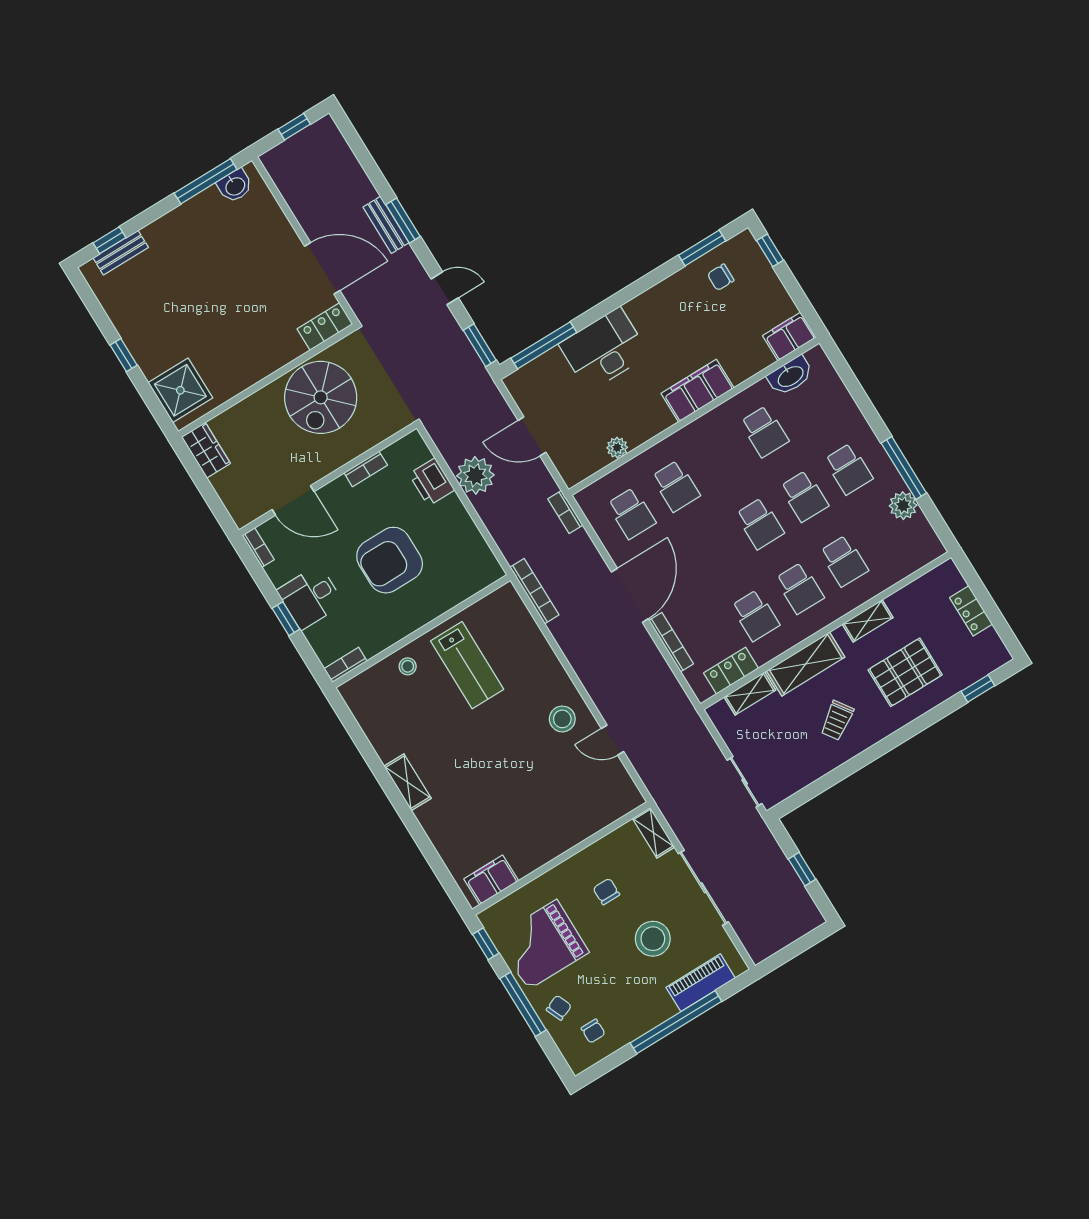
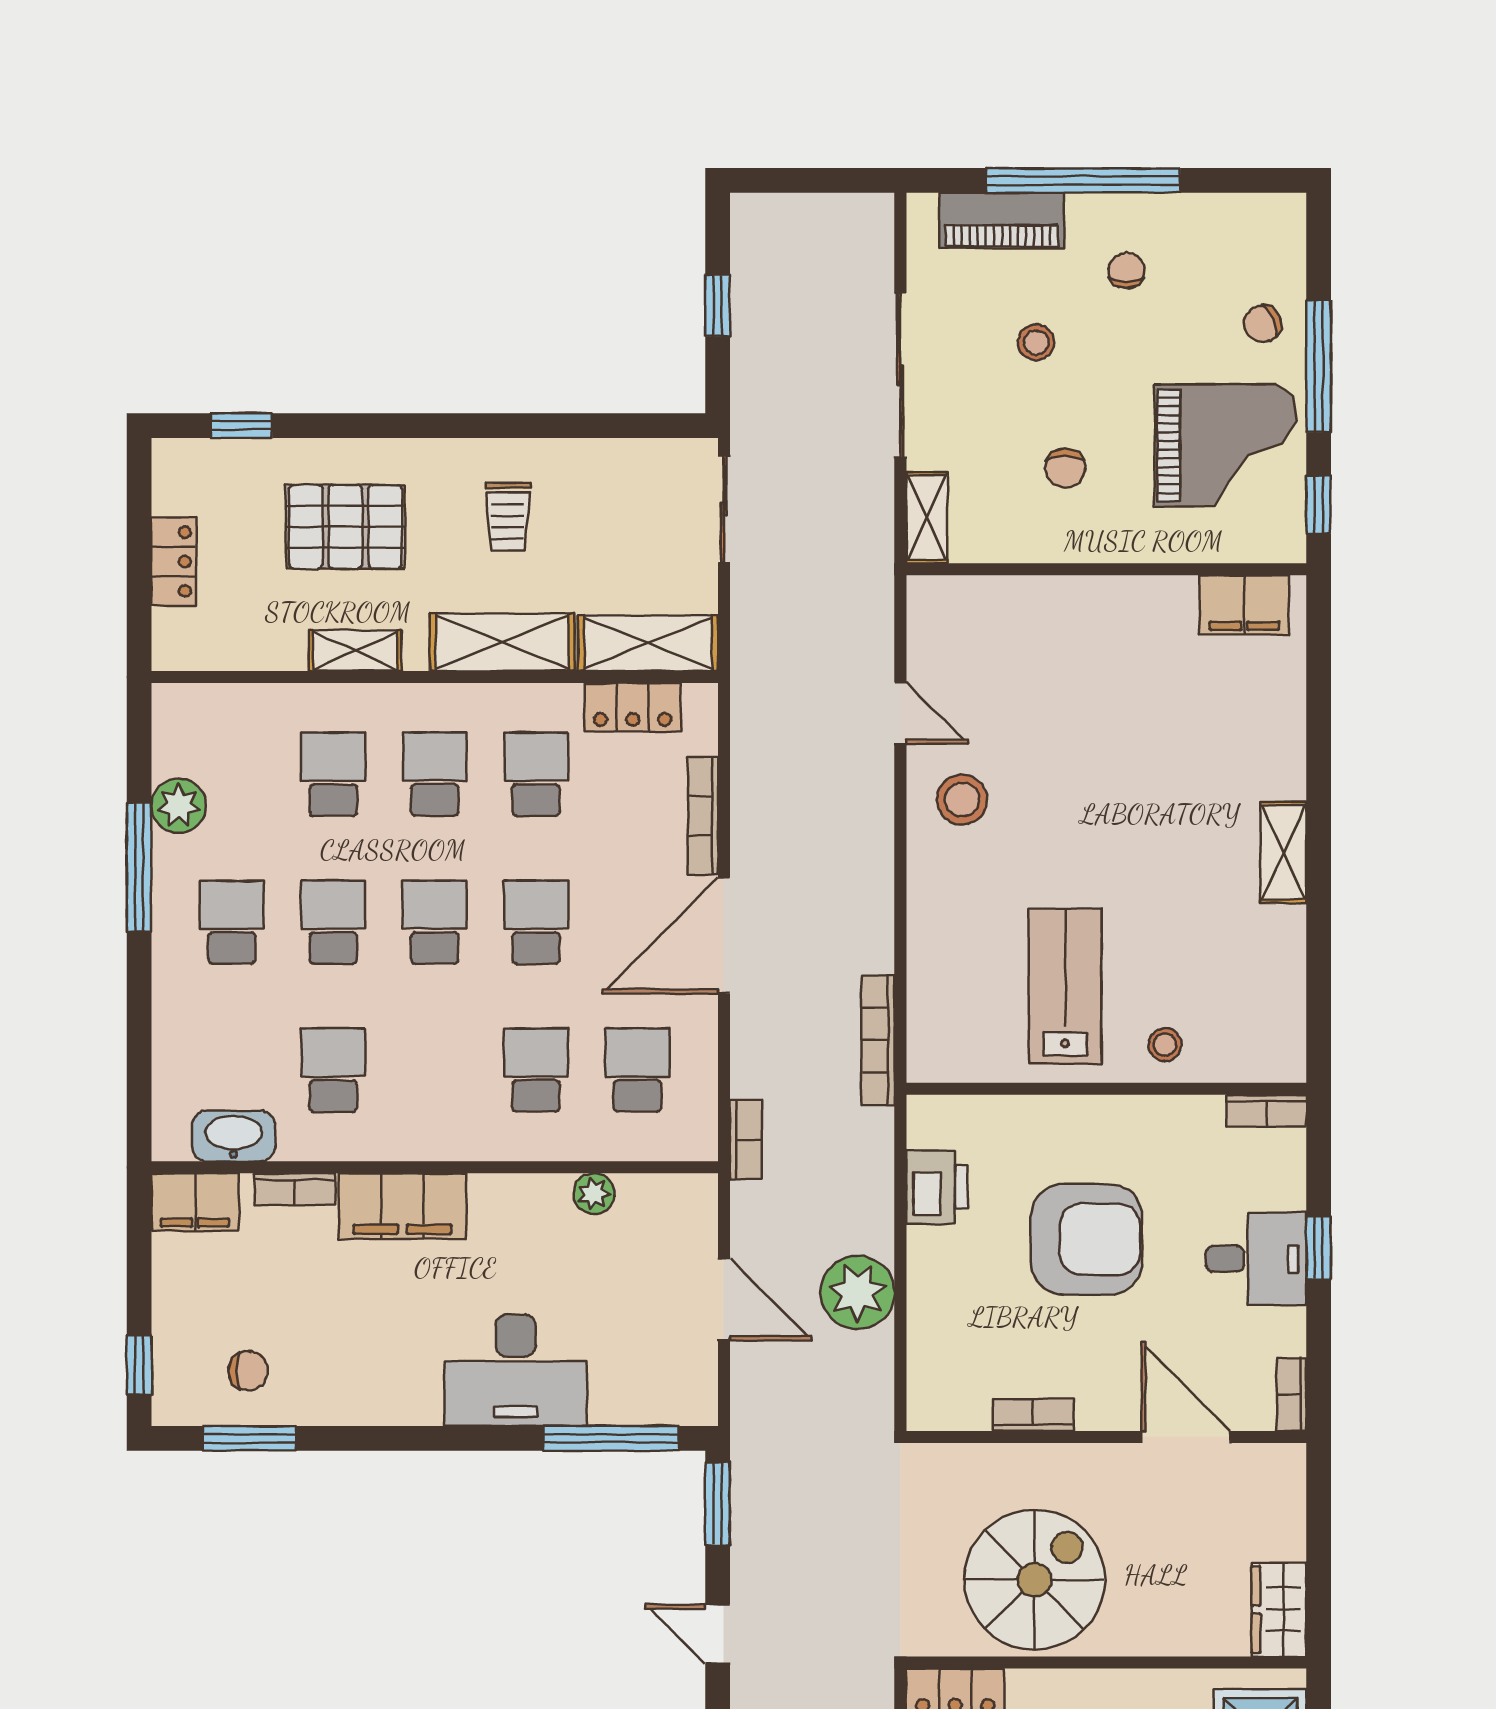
bookcase: (749, 369) -> (295, 1189), added
printer: (432, 482) -> (937, 1187), moved
school desk: (716, 551) -> (536, 922), added
shelving: (750, 694) -> (648, 643), width x1.50, depth x1.33
trolley: (837, 720) -> (508, 517), turned 125
stool: (653, 939) -> (1036, 342), width x0.53, depth x0.53
chair: (593, 1031) -> (1126, 271), moved

